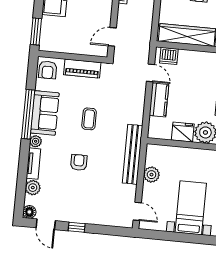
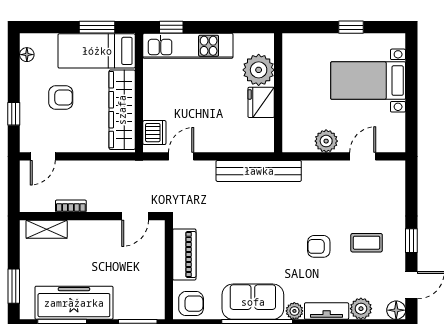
door: (112, 37) -> (135, 216), hinge flipped
kitchen counter: (159, 100) -> (219, 141), removed
coffee table: (89, 119) -> (367, 243), moved
bench: (132, 154) -> (259, 171), moved
door: (137, 211) -> (363, 156), moved

